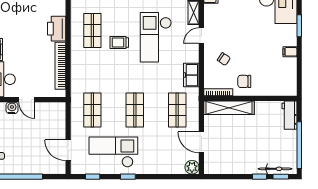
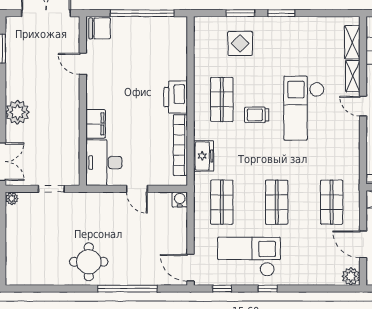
door: (201, 36) -> (363, 106), hinge flipped
freezer: (191, 75) -> (204, 156), moved, turned 180
water cooler: (12, 108) -> (180, 200), moved
door: (68, 150) -> (190, 268), moved

